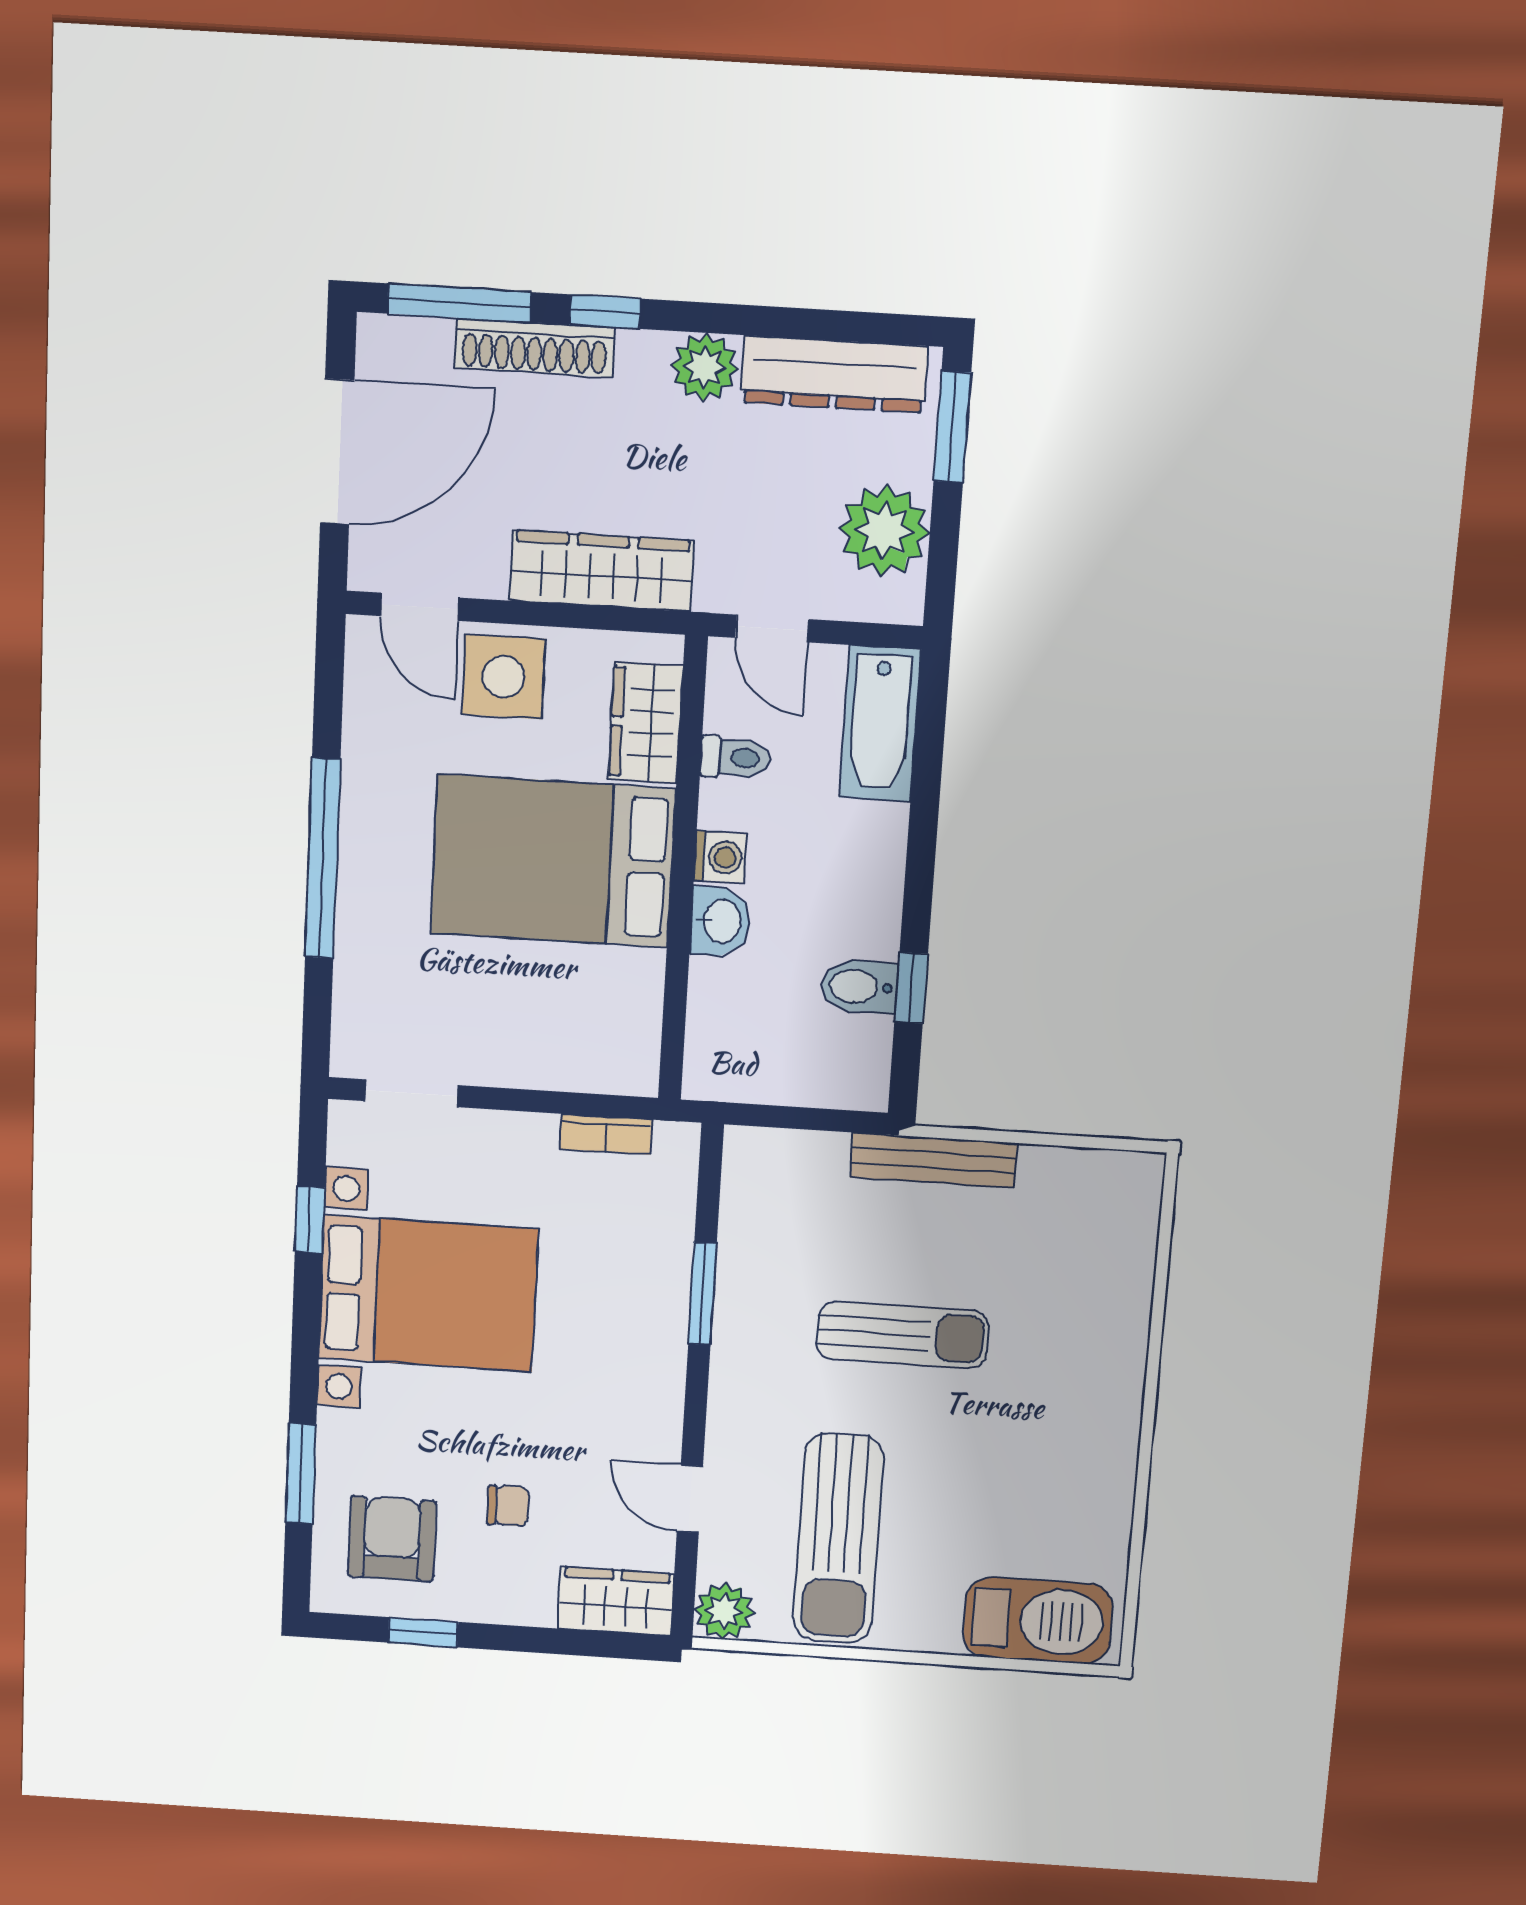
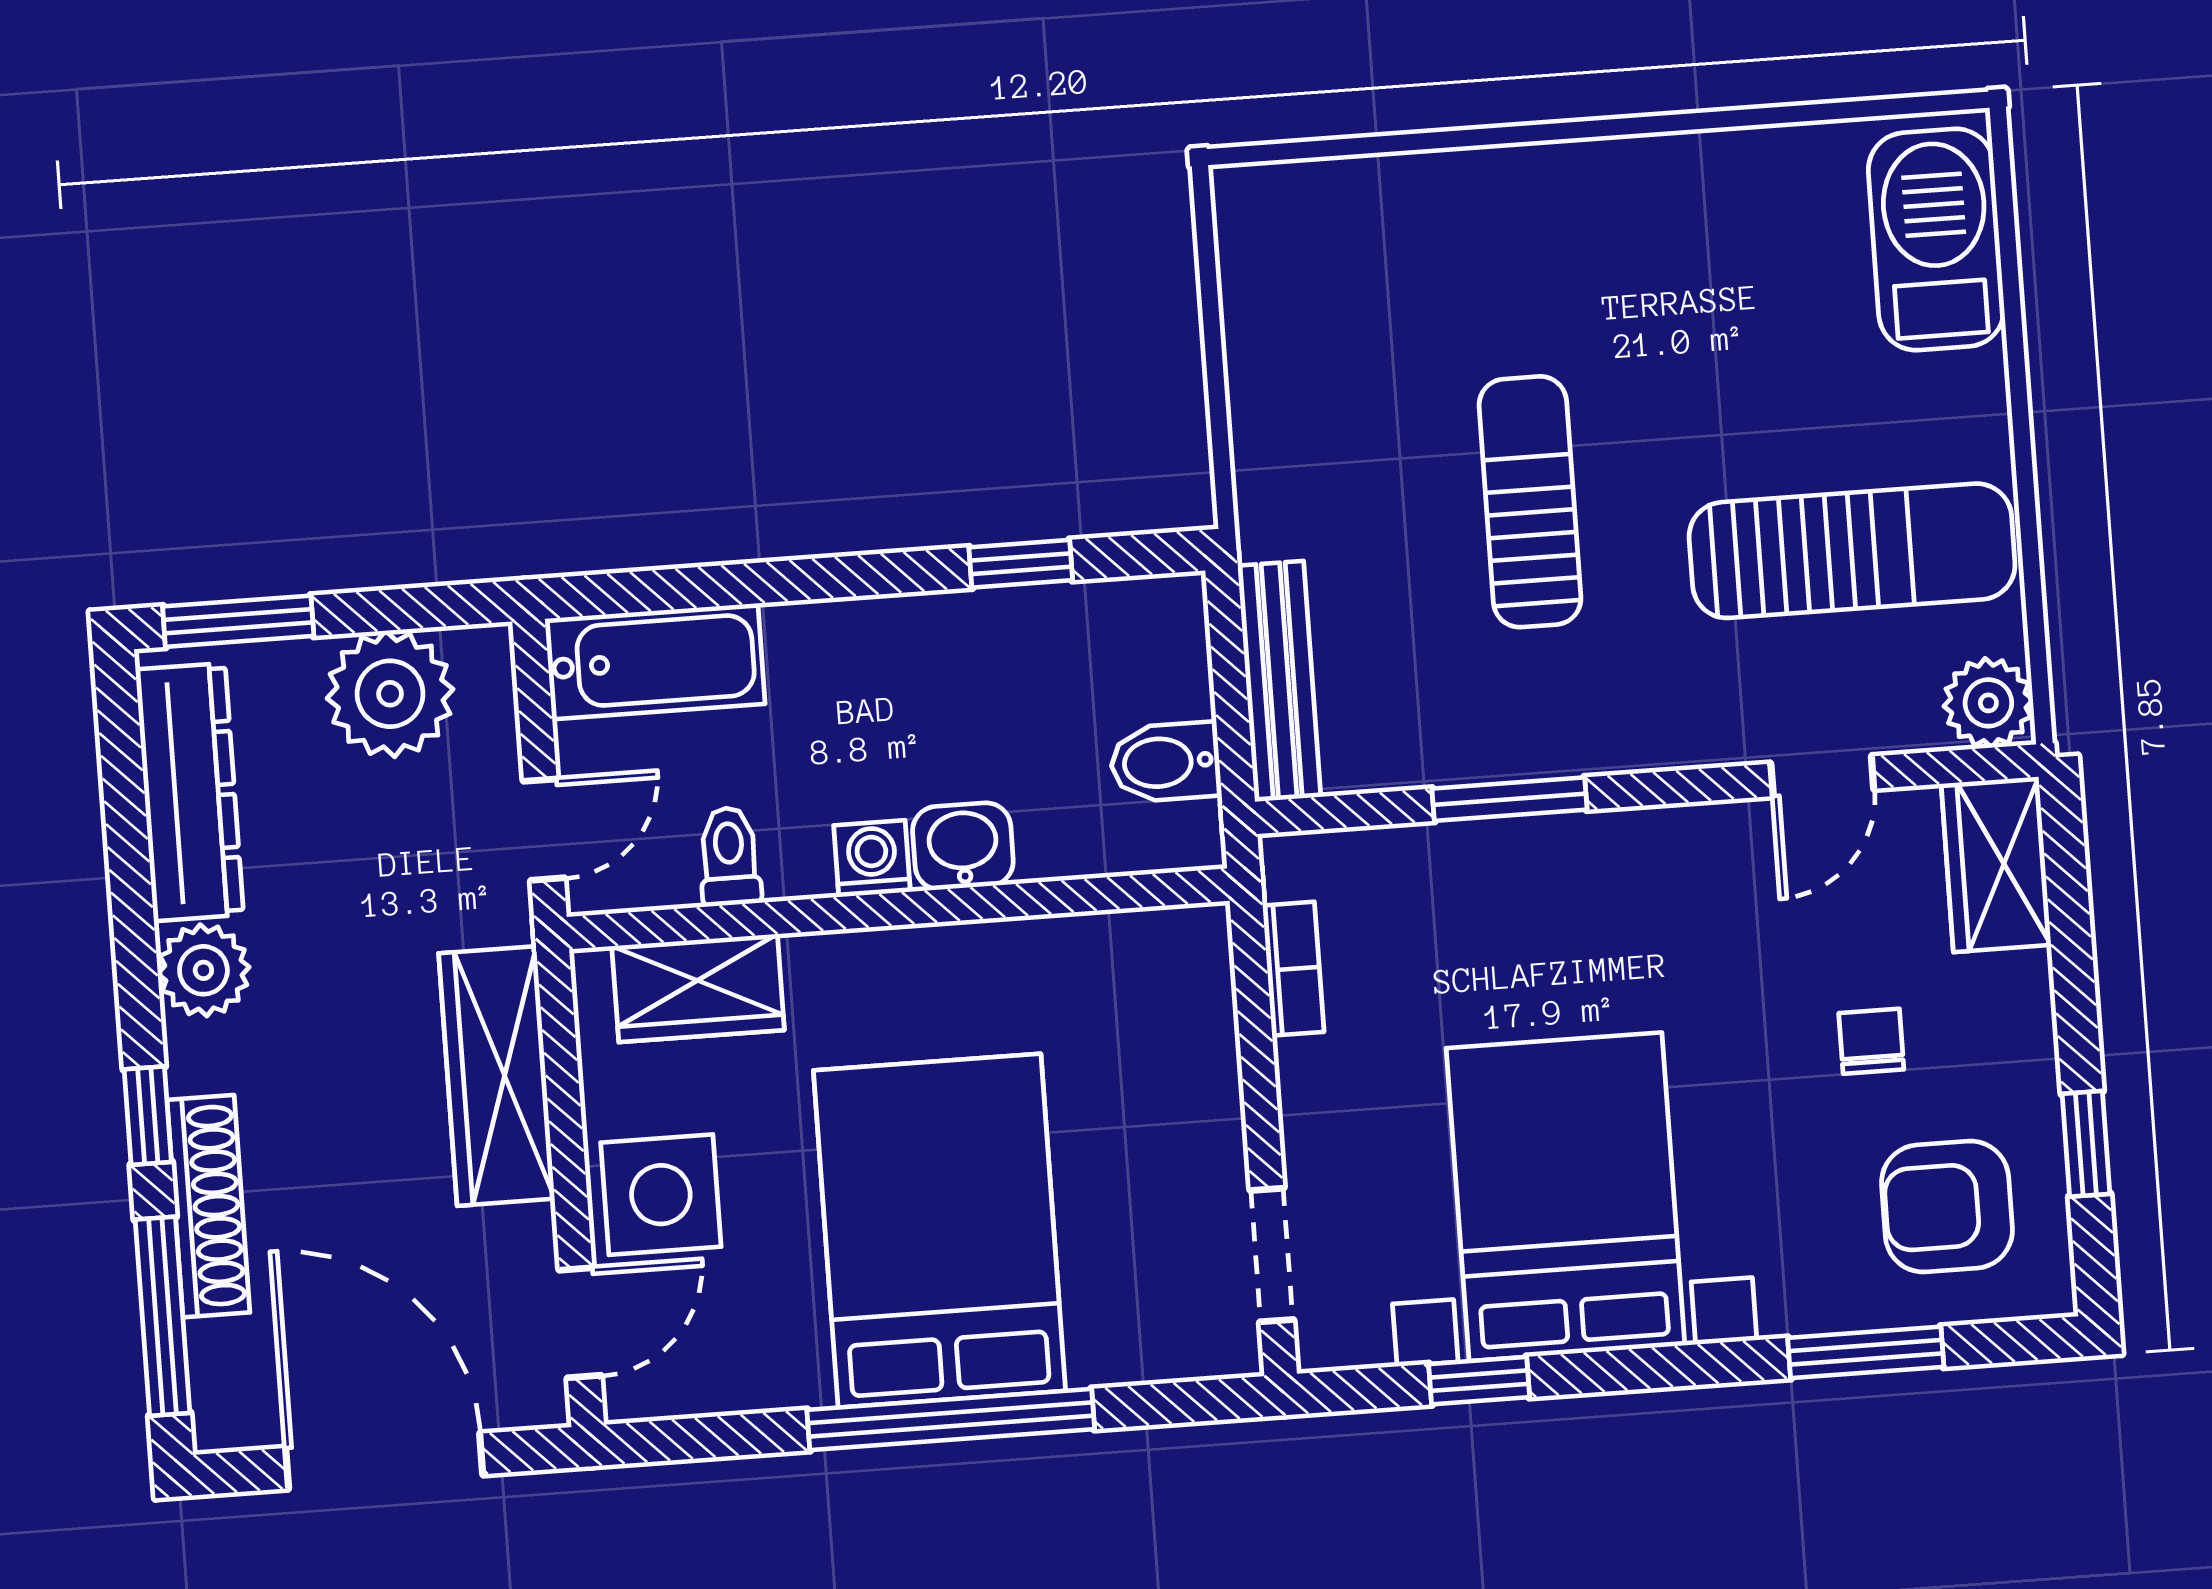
bed: (553, 861) -> (939, 1231), moved, turned 180
bidet: (859, 987) -> (1165, 762), moved, turned 90
bench: (933, 1160) -> (1279, 681), moved

